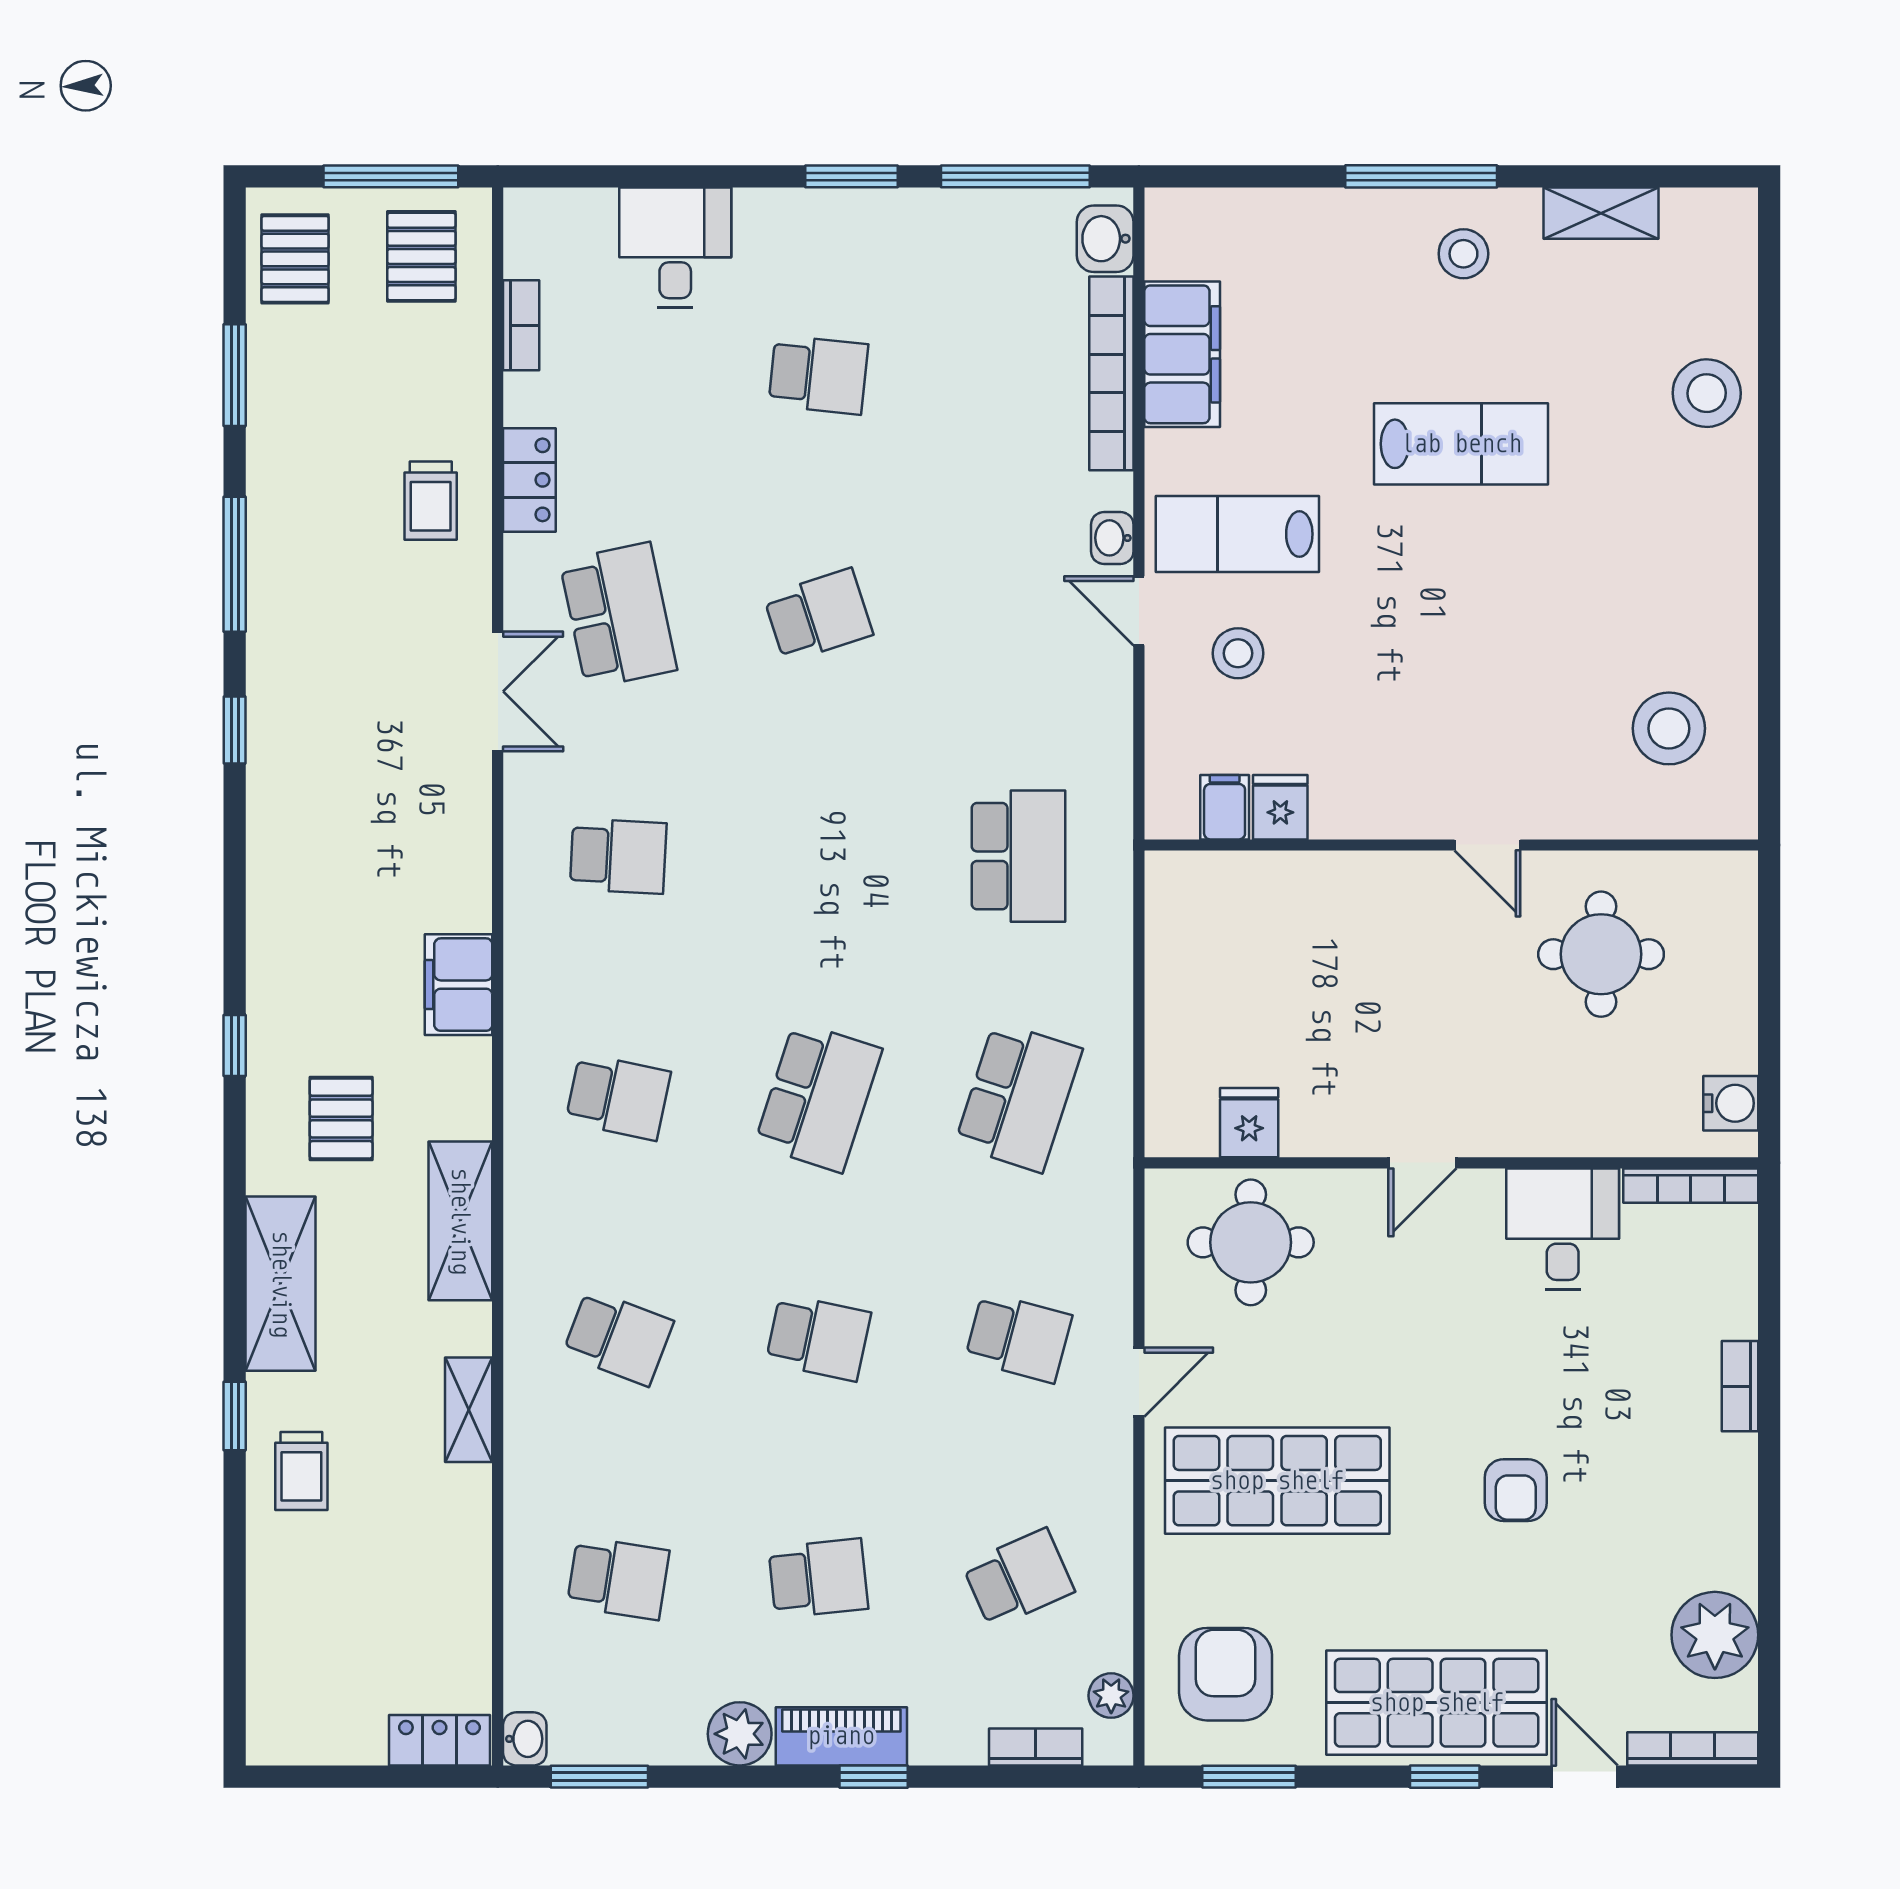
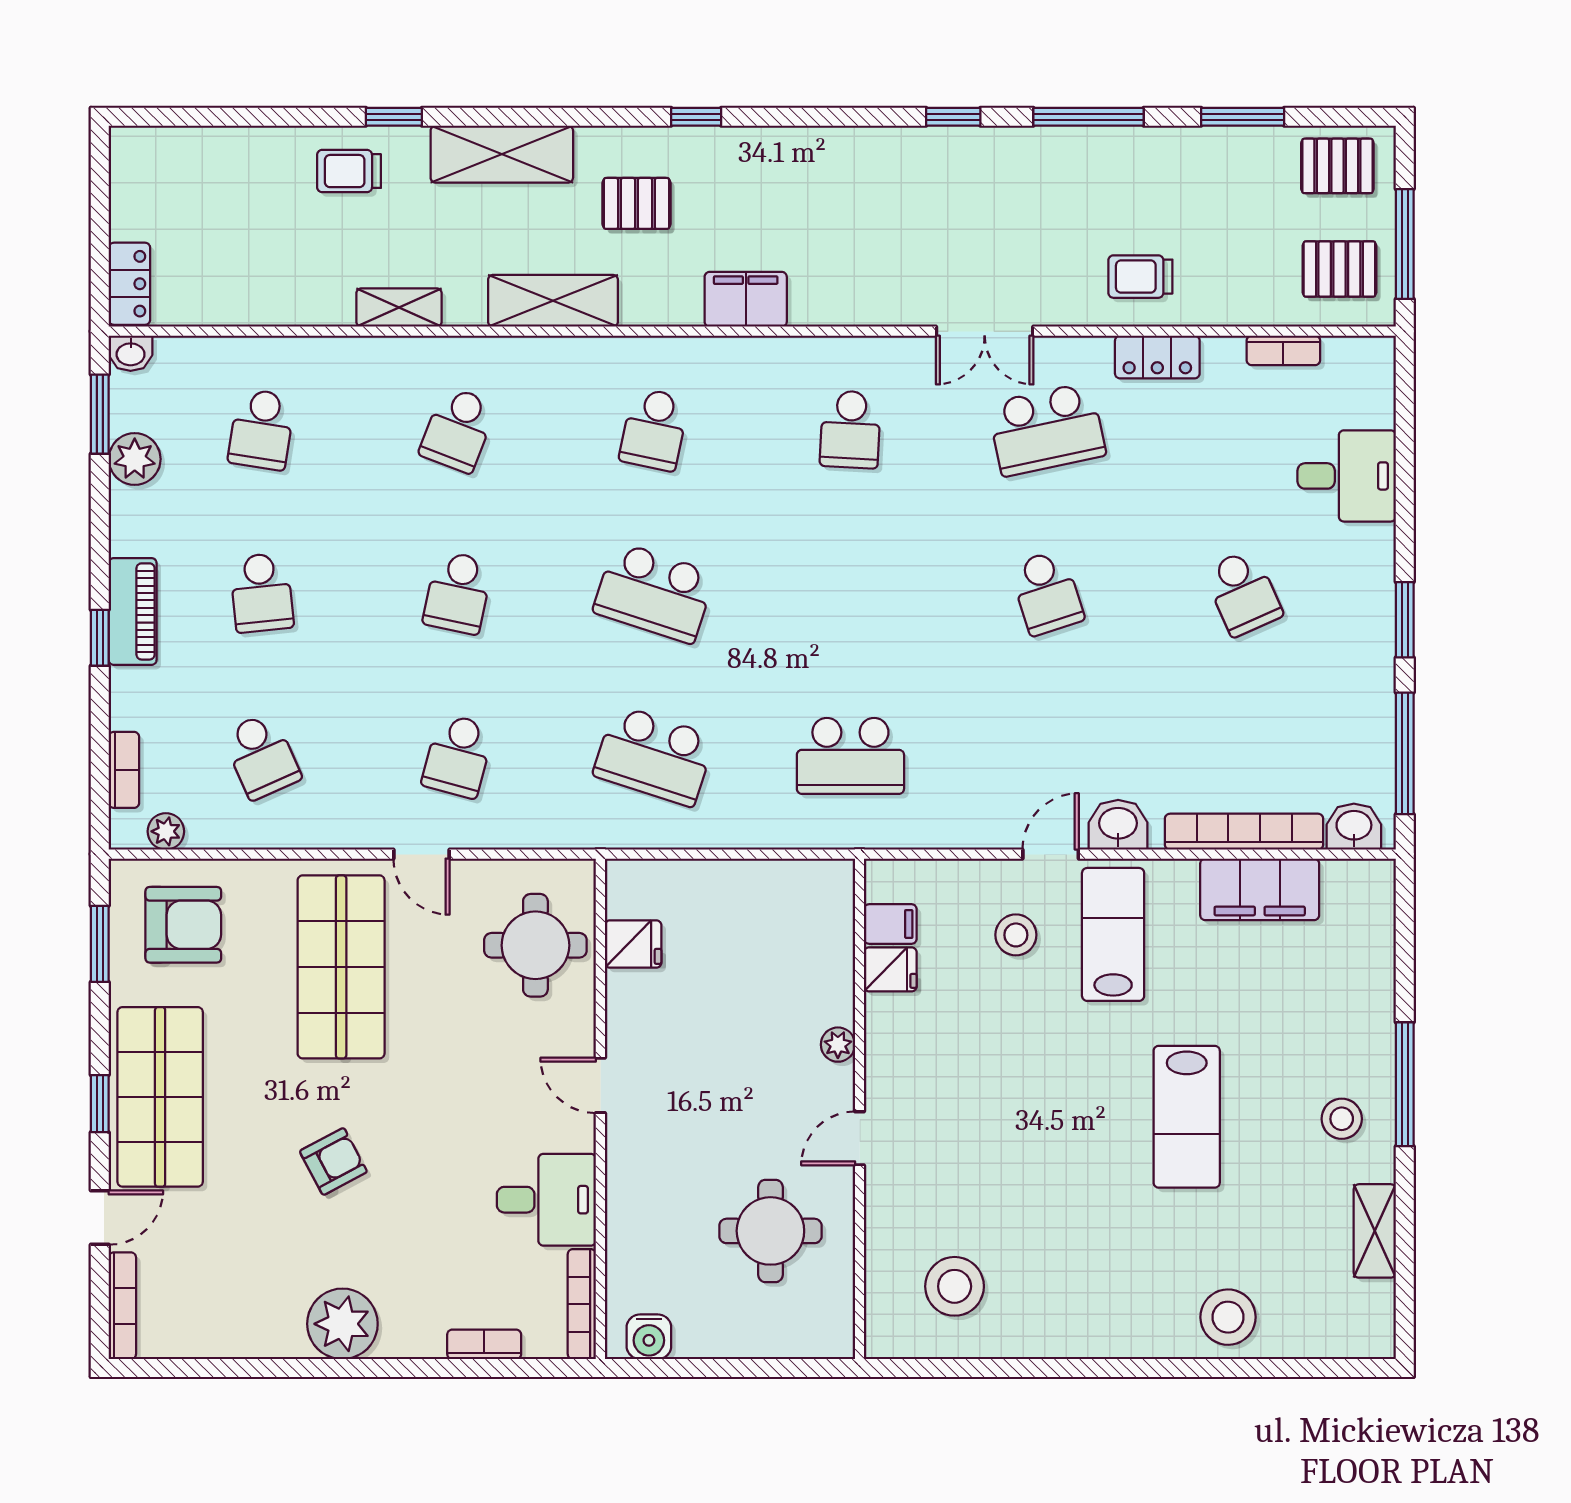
school desk: (818, 375) -> (1243, 593), turned -30
washbasin: (1112, 538) -> (1118, 825), width x1.38, depth x1.45
plant: (1372, 871) -> (838, 1045), added
bookcase: (1740, 1386) -> (484, 1344), moved
armchair: (1516, 1490) -> (333, 1161), turned 152
plant: (1715, 1635) -> (342, 1324), moved
plant: (740, 1734) -> (135, 459), moved

